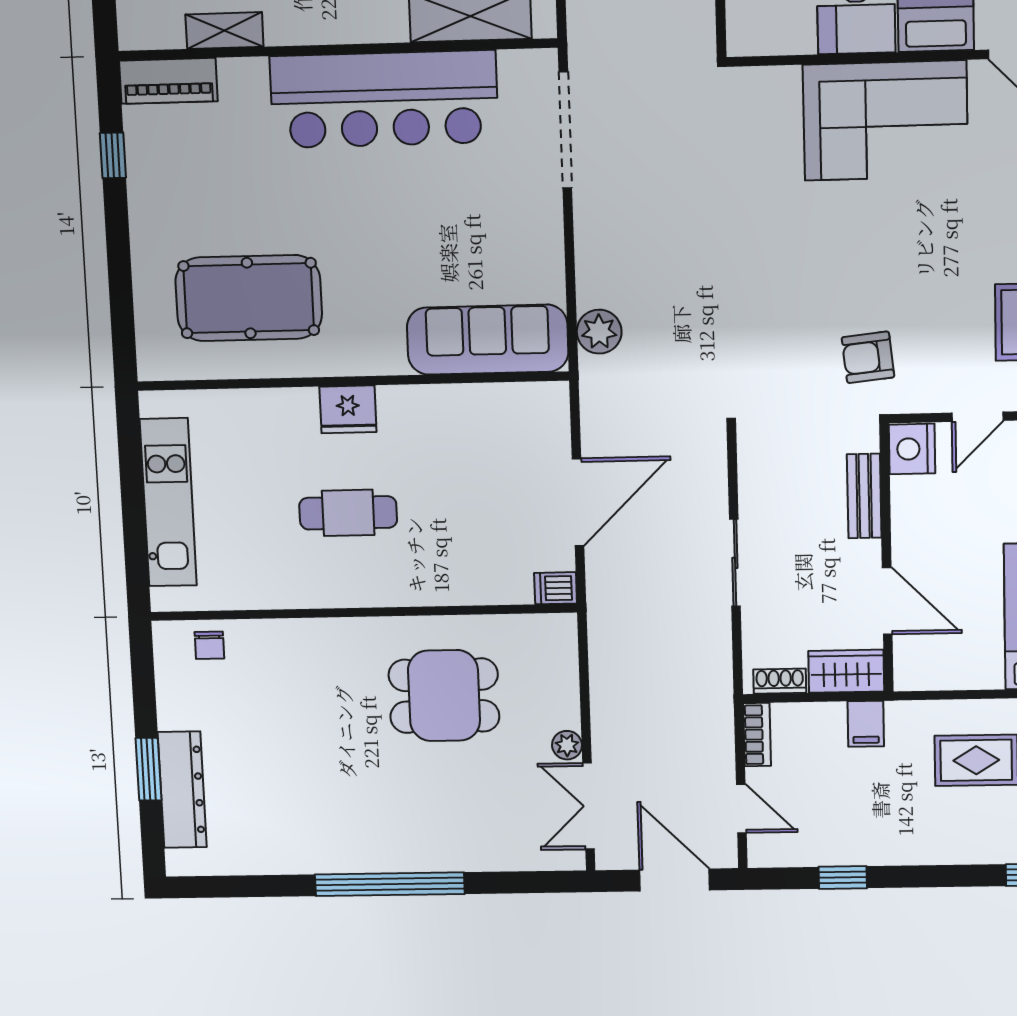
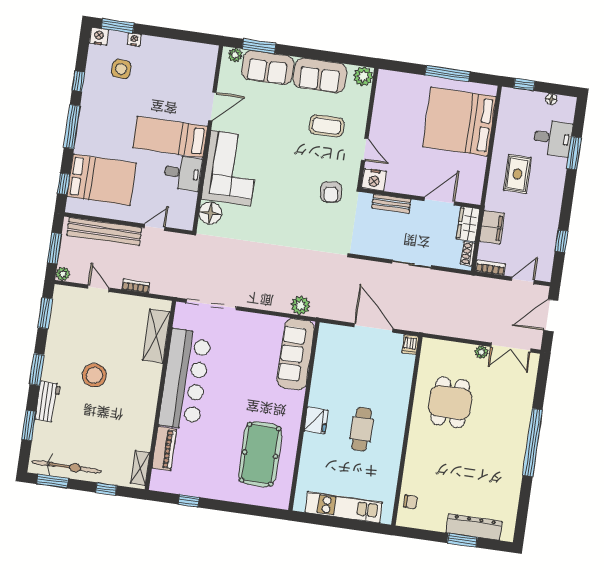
shelving: (224, 31) -> (140, 468), moved
piano: (168, 81) -> (164, 448), moved
floor lamp: (774, 91) -> (210, 213), added
filing cabinet: (866, 724) -> (492, 227), width x2.00

